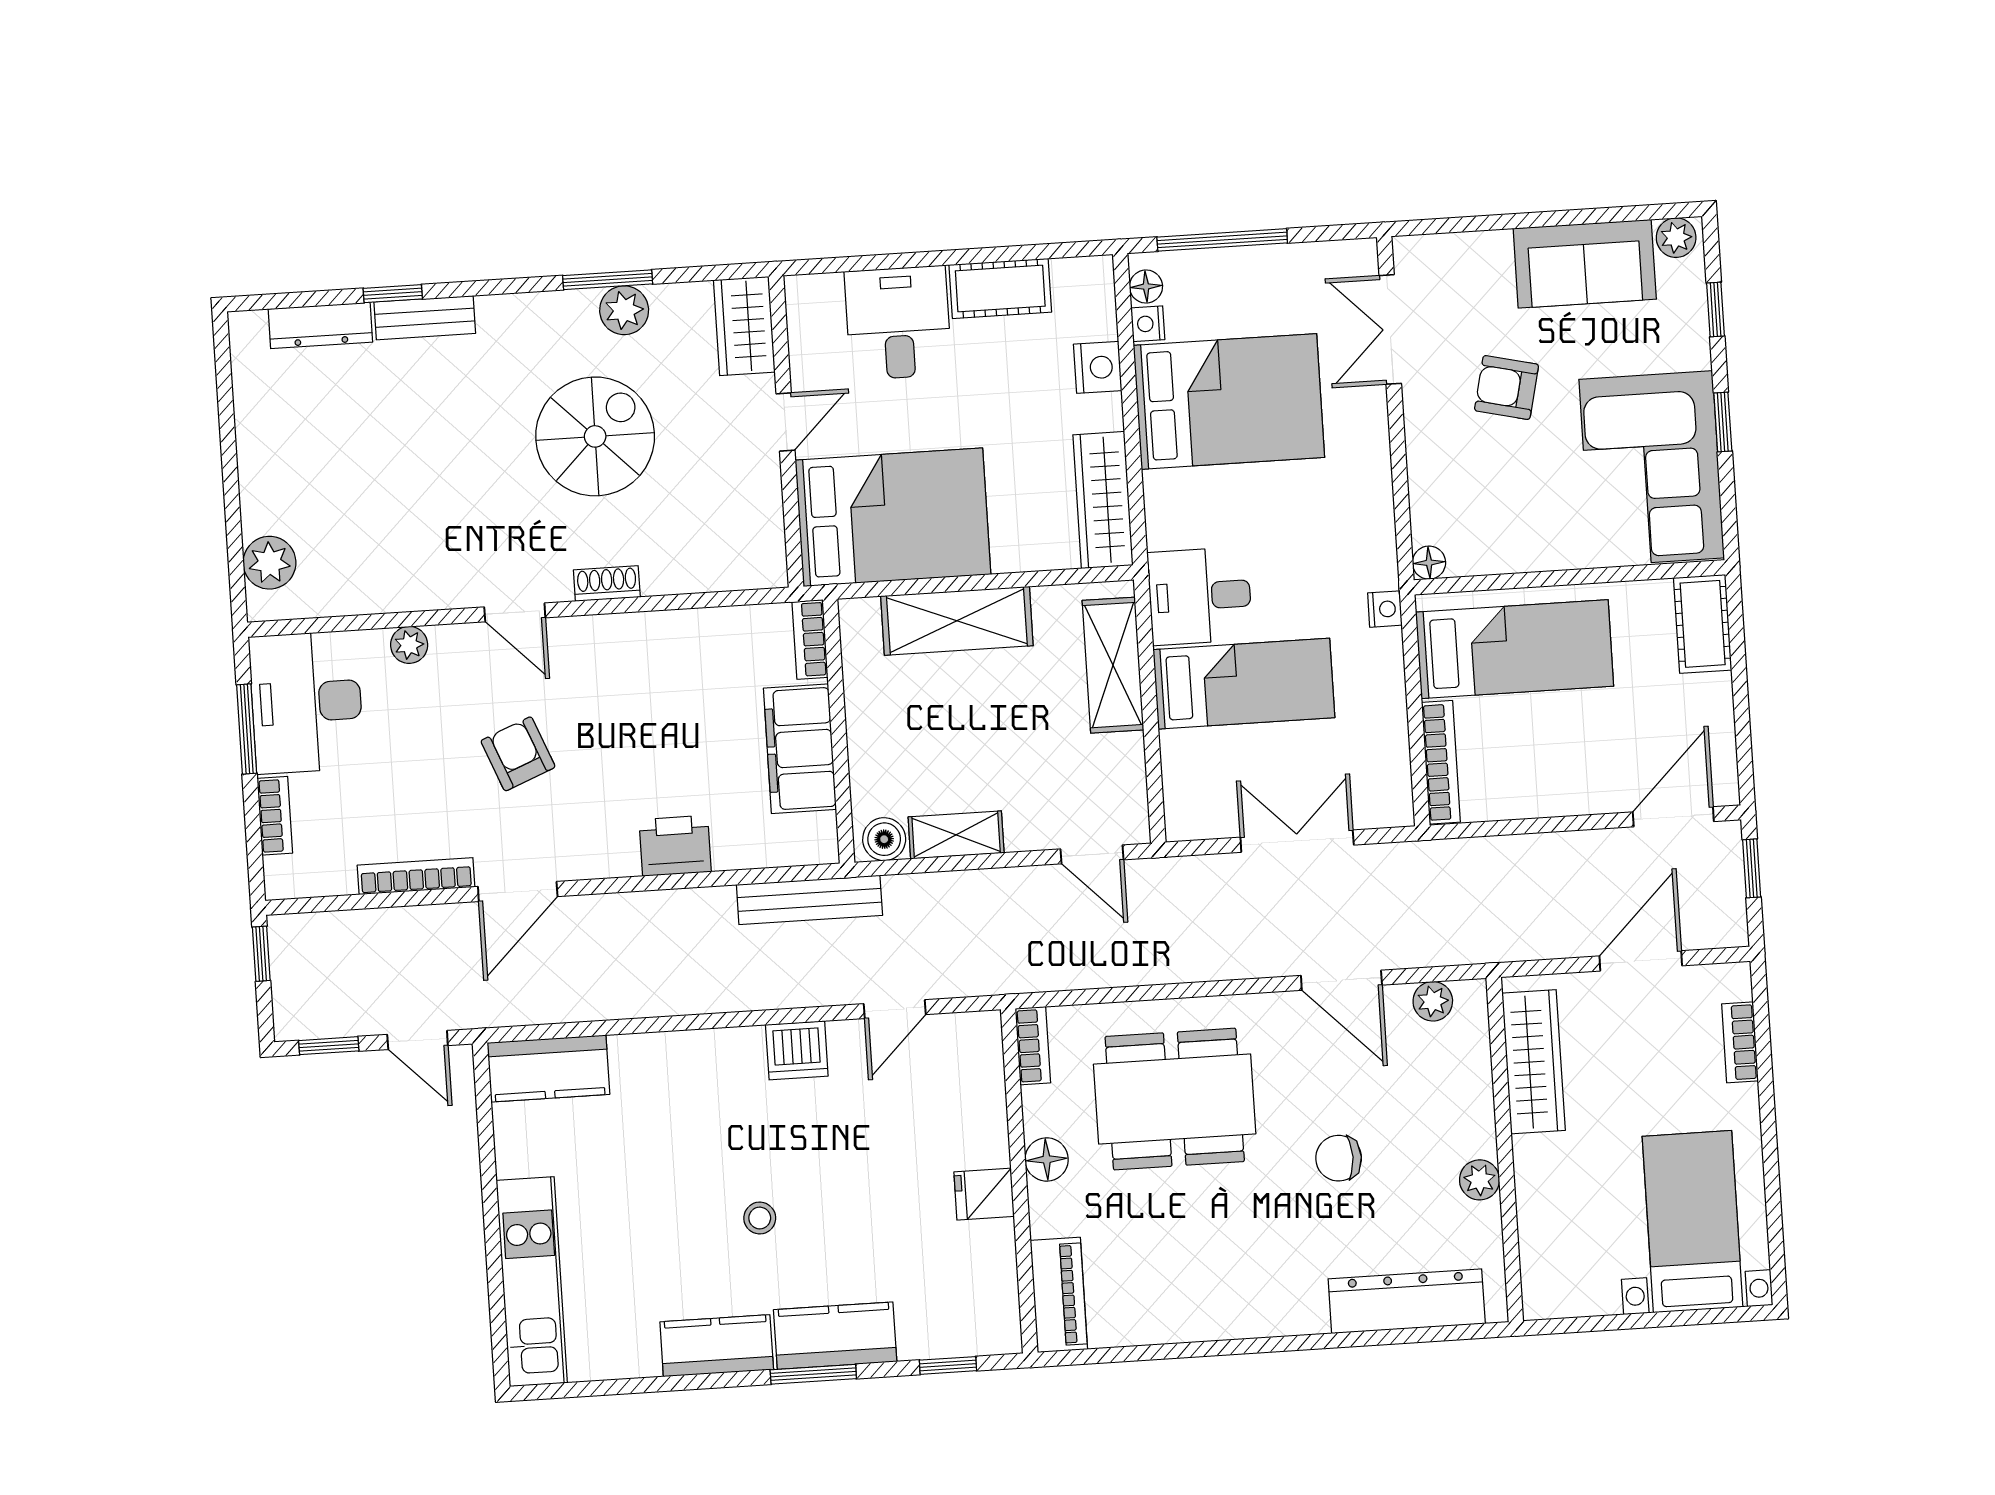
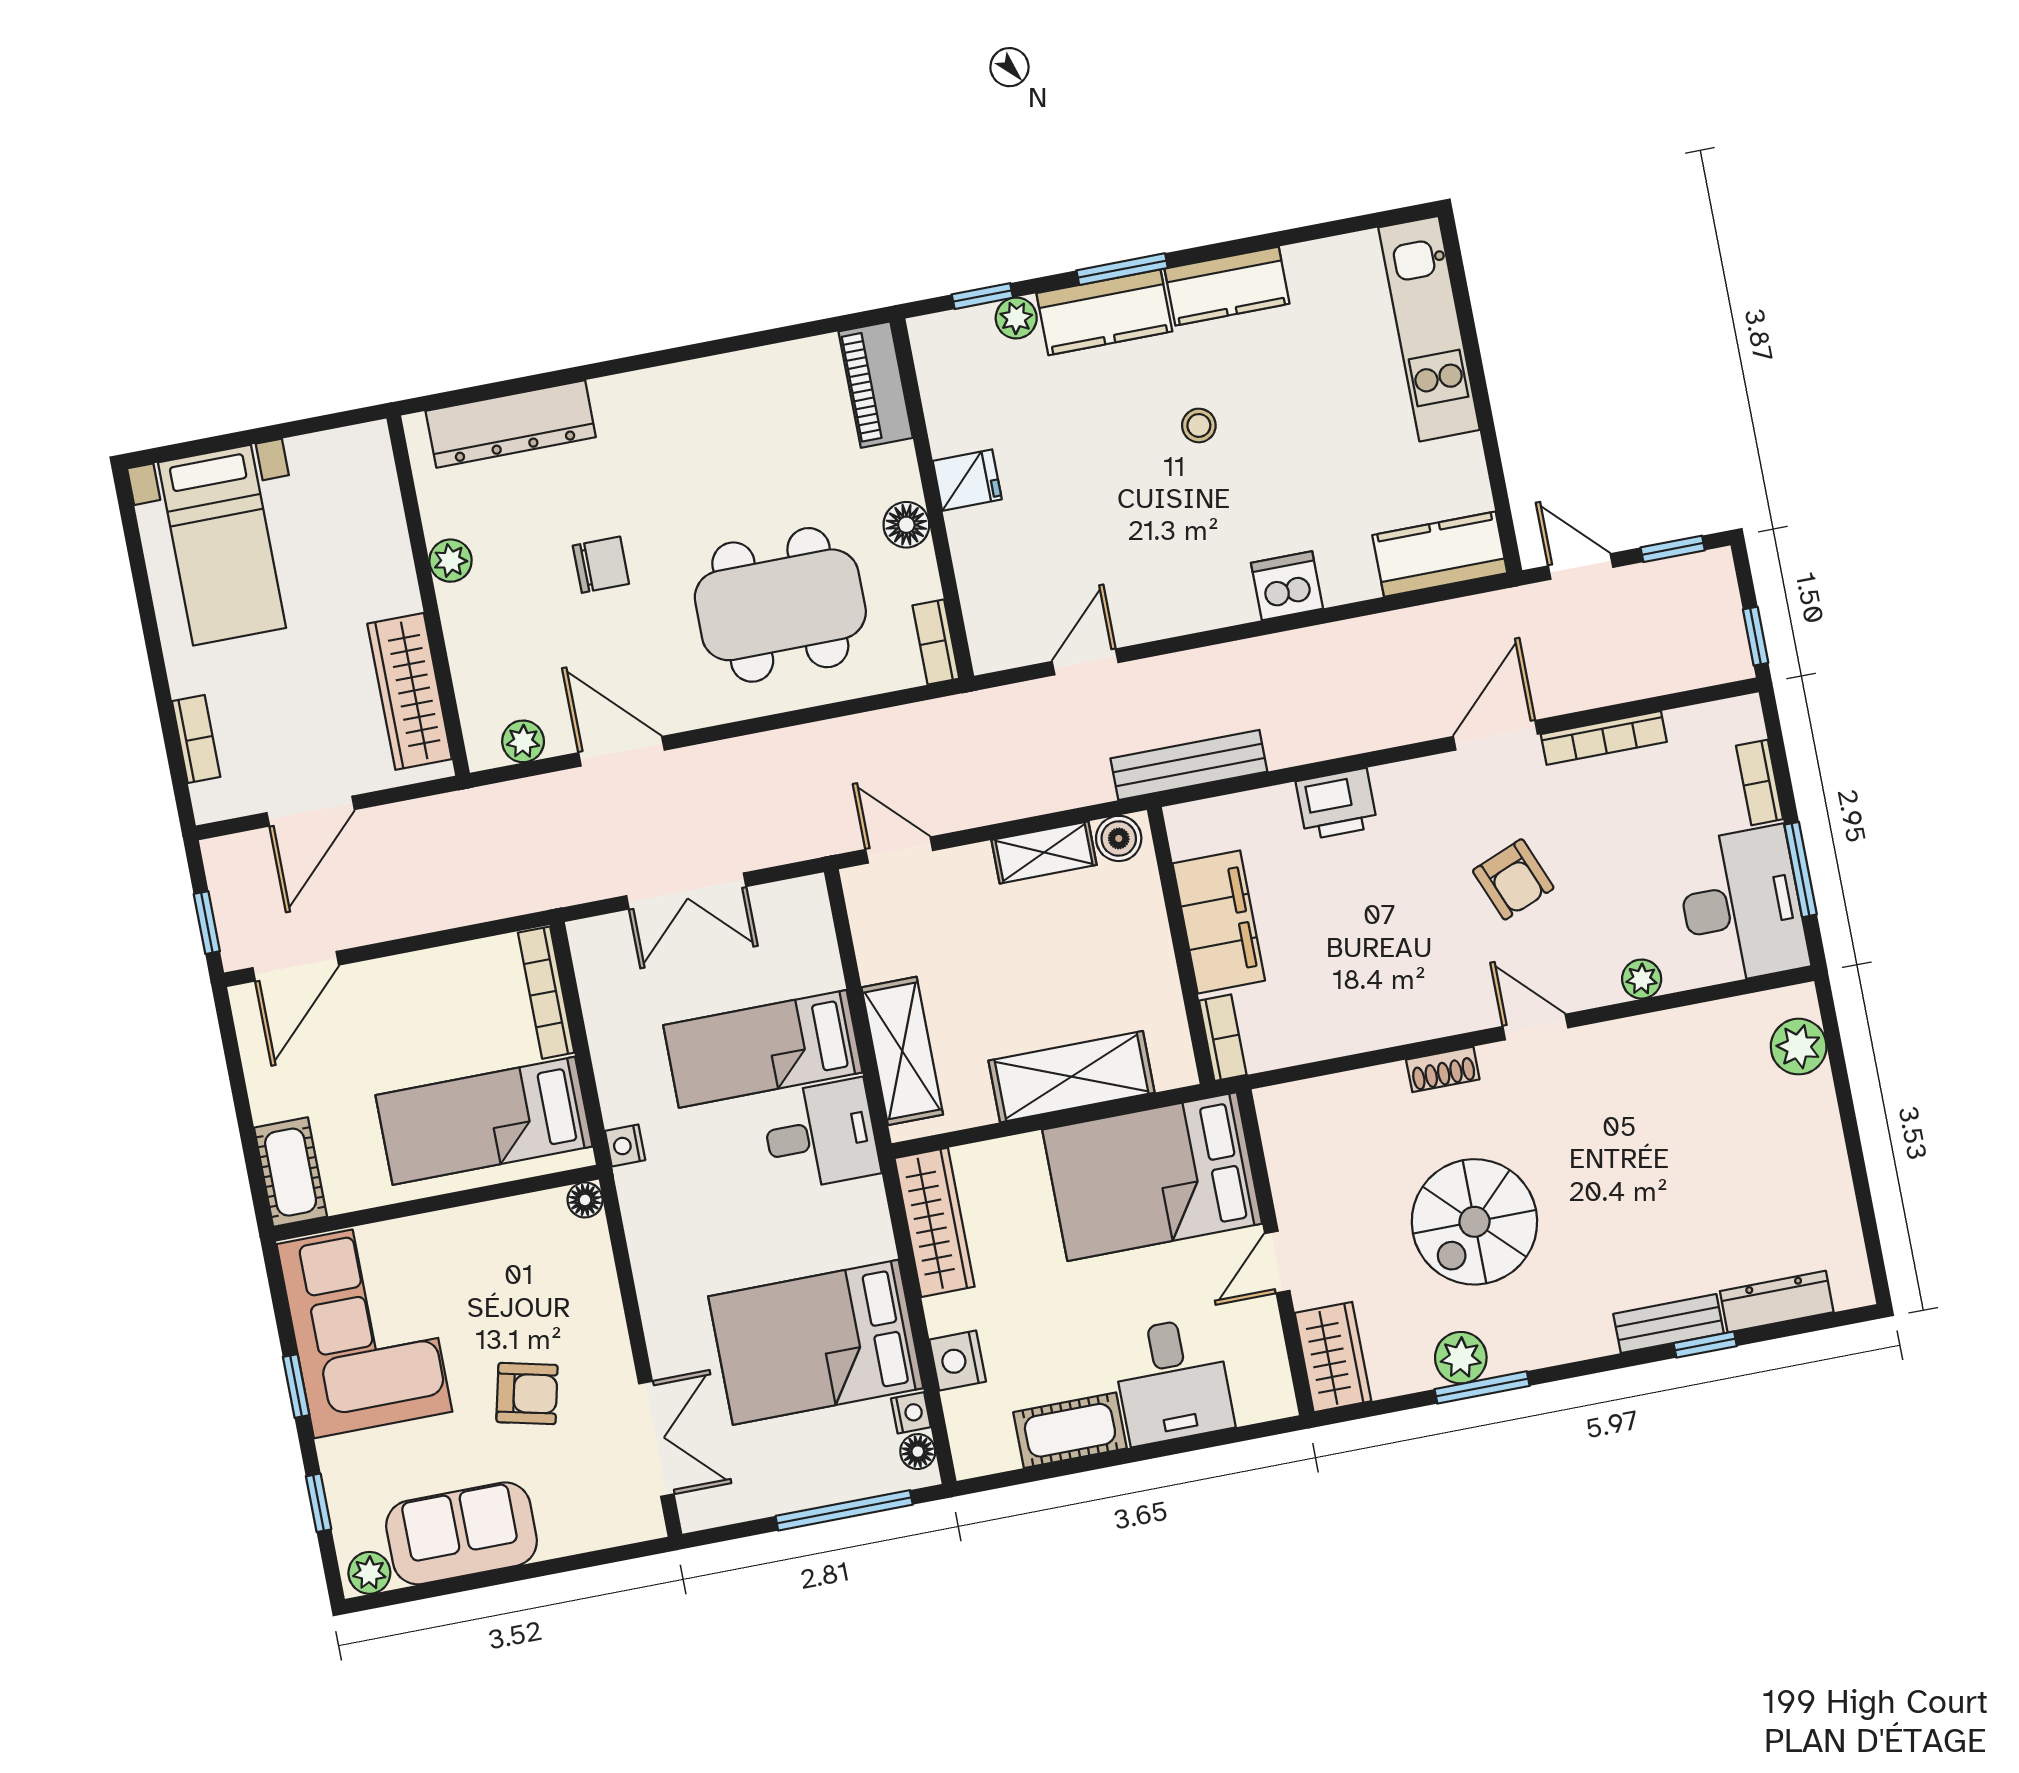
dishwasher: (797, 1050) -> (1287, 586), moved
plant: (919, 1341) -> (1016, 318), added

